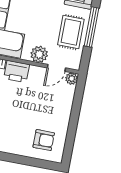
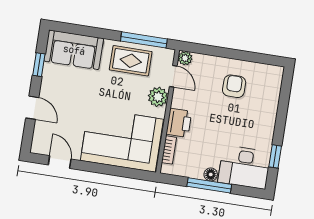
window: (92, 27) -> (144, 40), moved
armchair: (44, 140) -> (234, 86), moved

